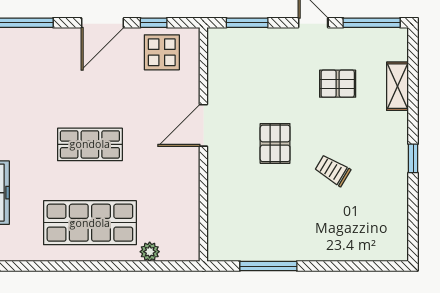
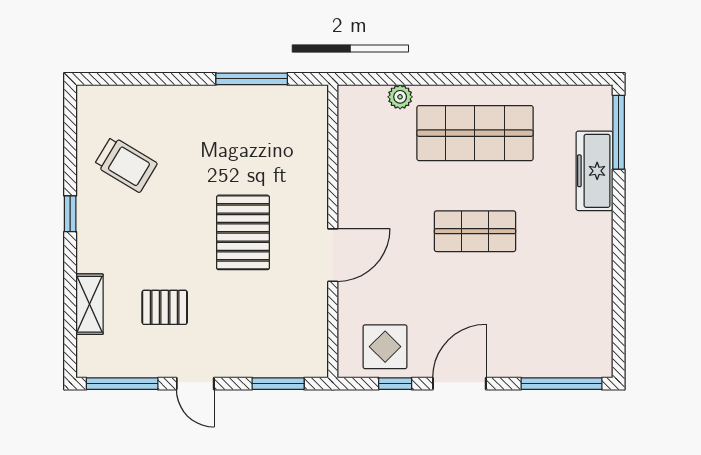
pallet: (275, 143) -> (243, 232), width x1.50, depth x1.42
trolley: (333, 170) -> (126, 164), moved, width x1.36, depth x1.39

